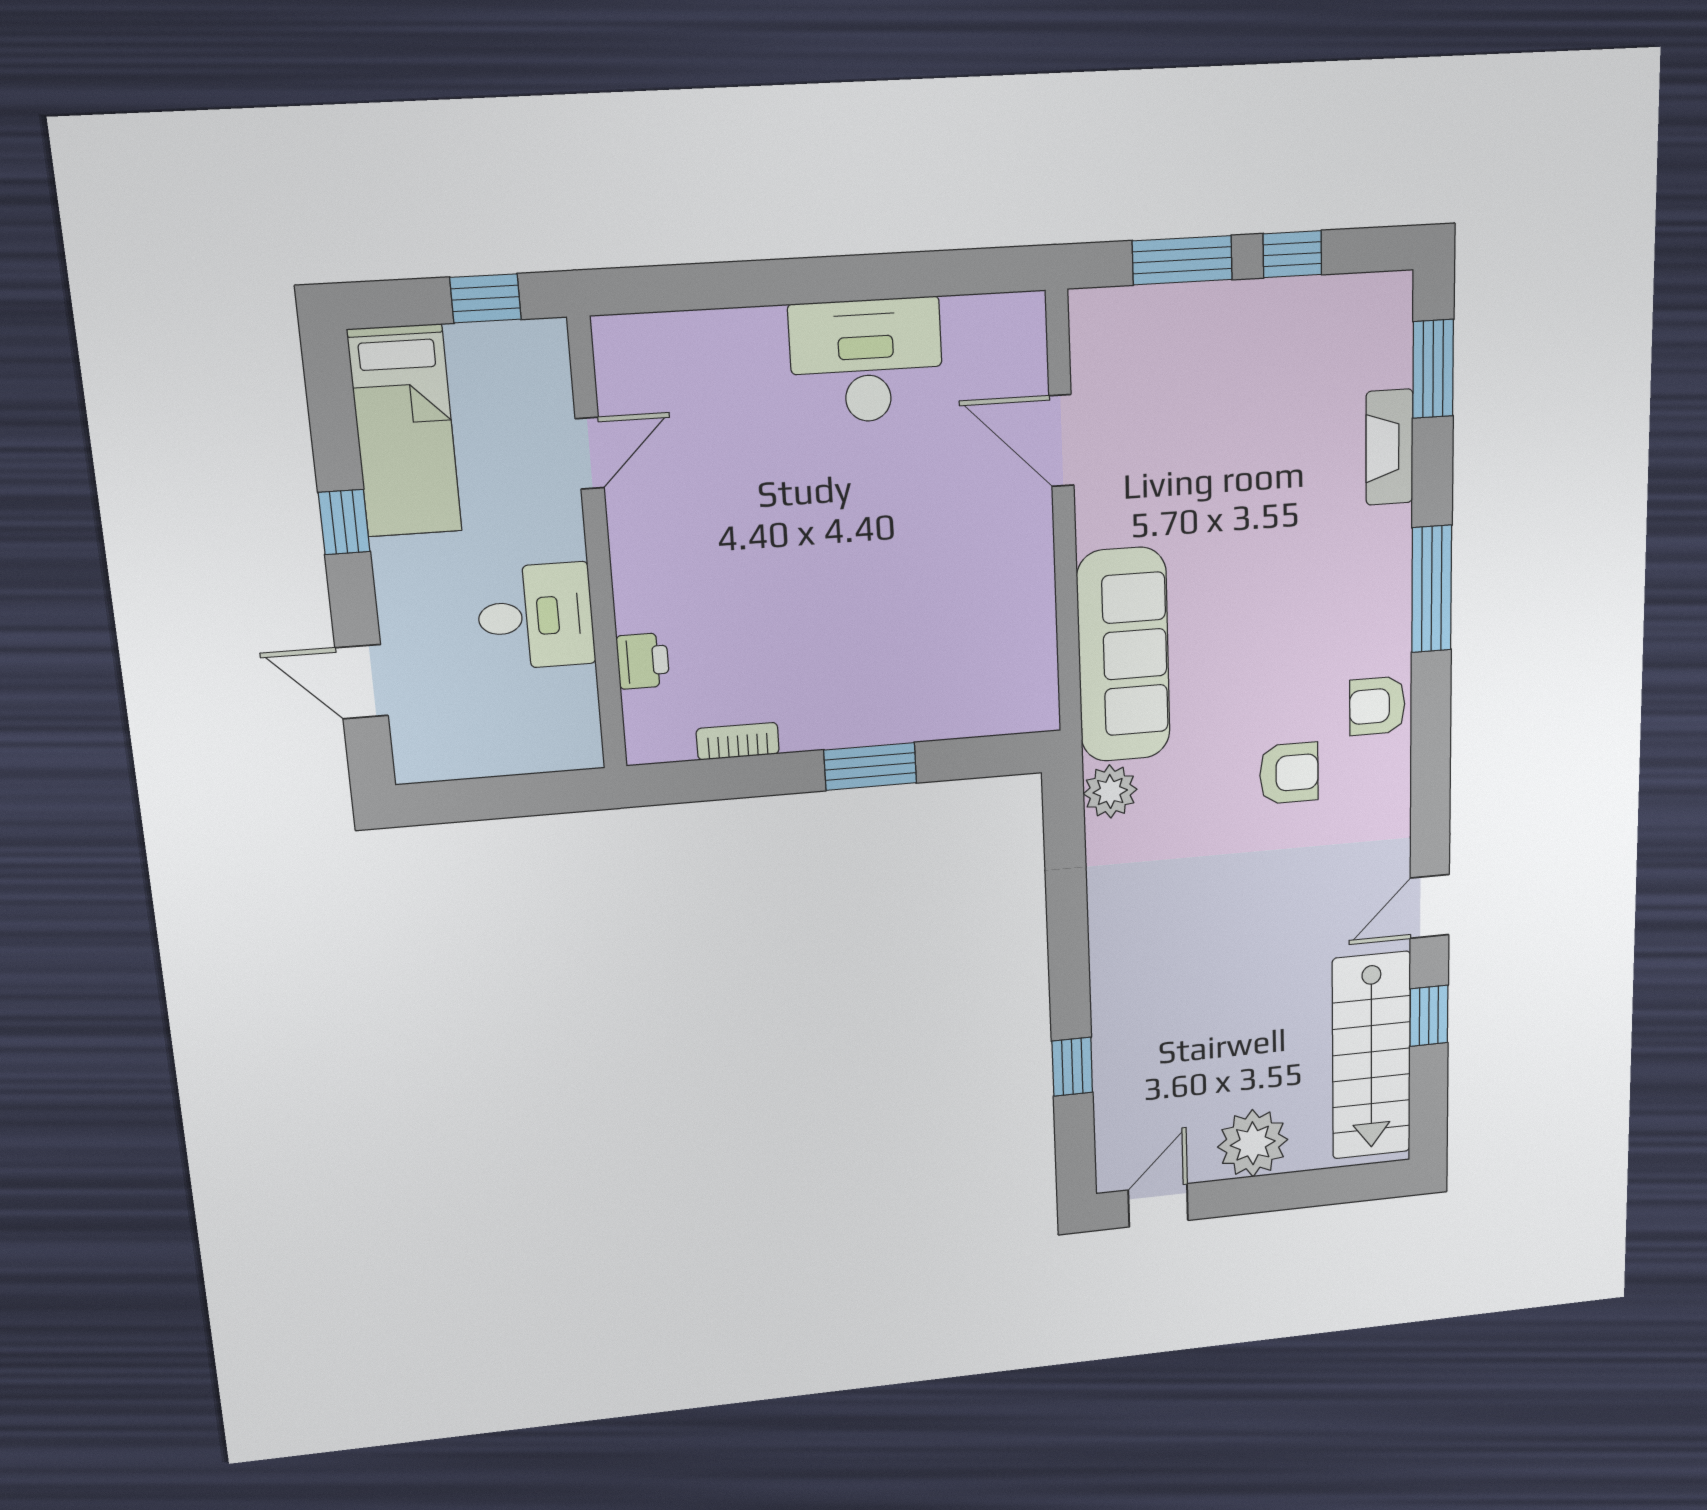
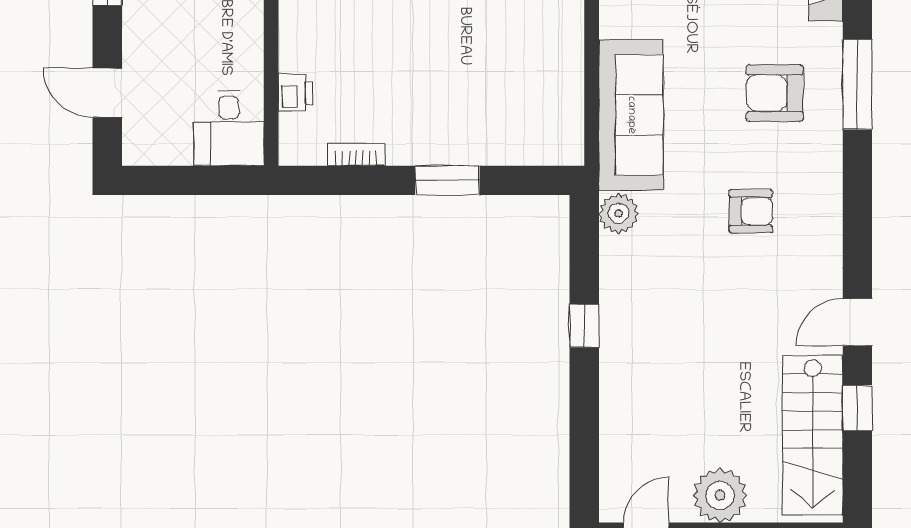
desk: (536, 616) -> (229, 128), moved, turned 90
armchair: (1377, 706) -> (775, 93), moved, width x1.38, depth x1.38
window: (1072, 1067) -> (584, 326), moved

